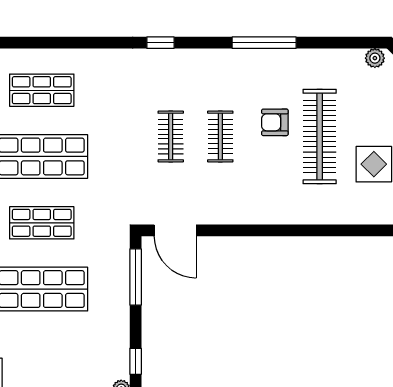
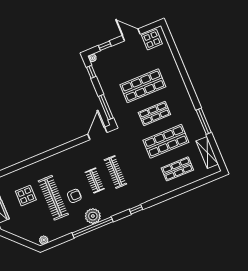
window: (264, 43) -> (93, 227), width x1.46
plant: (254, 66) -> (93, 216), added
clothes rail: (171, 137) -> (115, 172), width x1.36
door: (175, 230) -> (97, 133), hinge flipped

